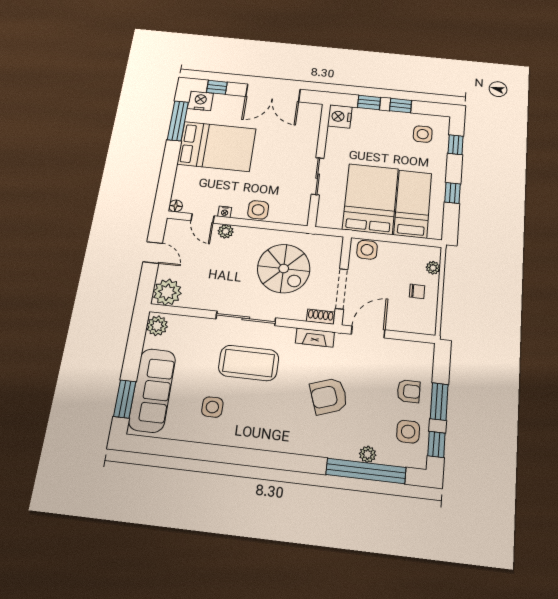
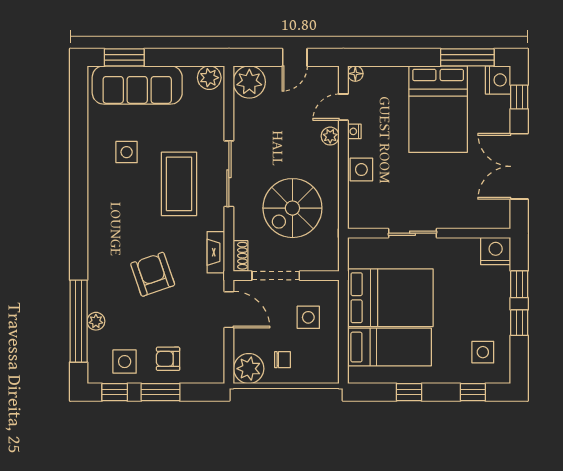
side table: (367, 250) -> (308, 317), moved
plant: (433, 268) -> (249, 369), moved, width x1.88, depth x1.88
chair: (417, 291) -> (283, 360), turned -90
armchair: (409, 391) -> (168, 359), turned 90

